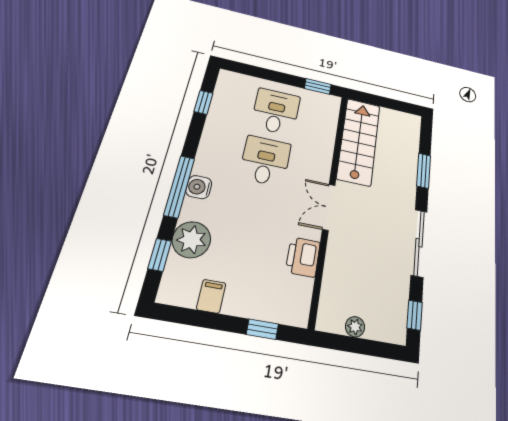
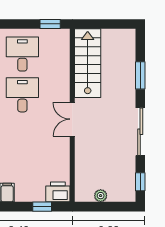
printer: (303, 257) -> (58, 192), moved, turned 90

